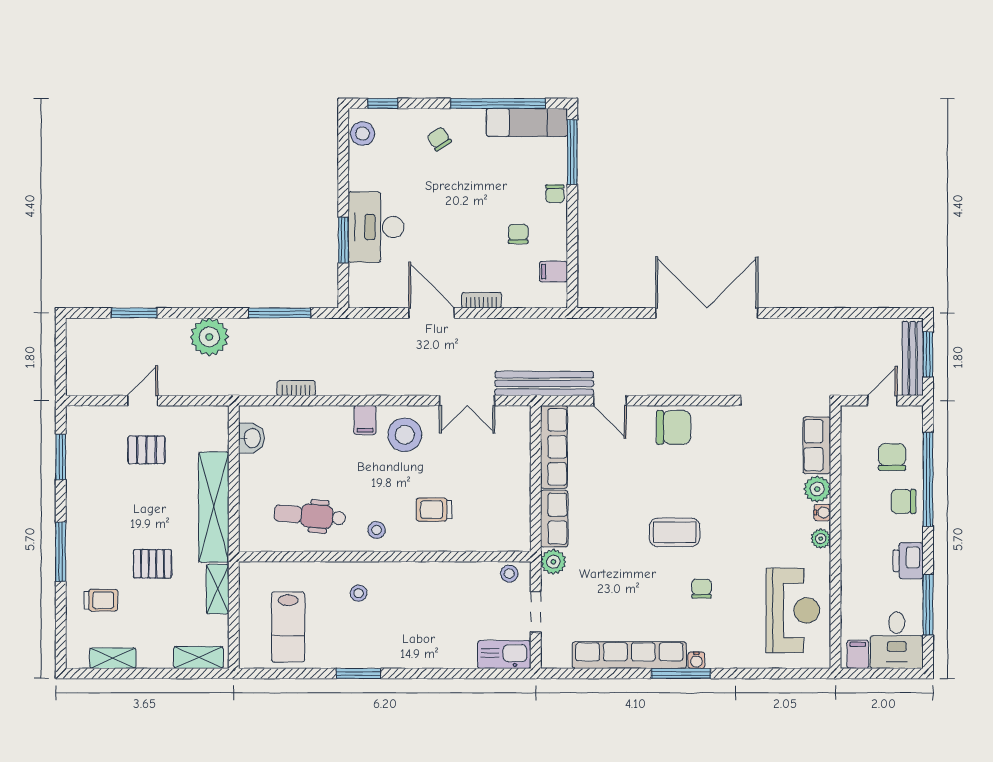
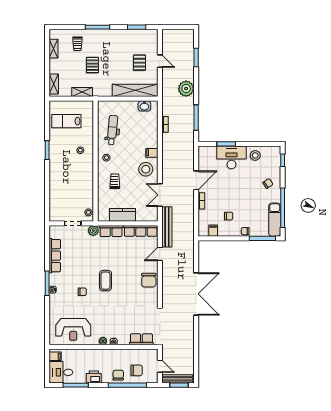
stool: (363, 134) -> (255, 155), moved
plant: (817, 489) -> (123, 339), removed
kitchen counter: (515, 491) -> (122, 215), added
shelving: (214, 507) -> (135, 90), moved
kitchen sink: (504, 655) -> (55, 210), removed
row of seats: (629, 655) -> (55, 256), width x0.73

